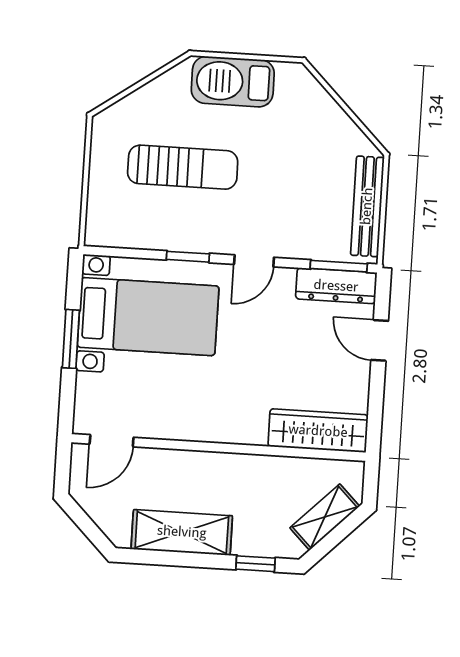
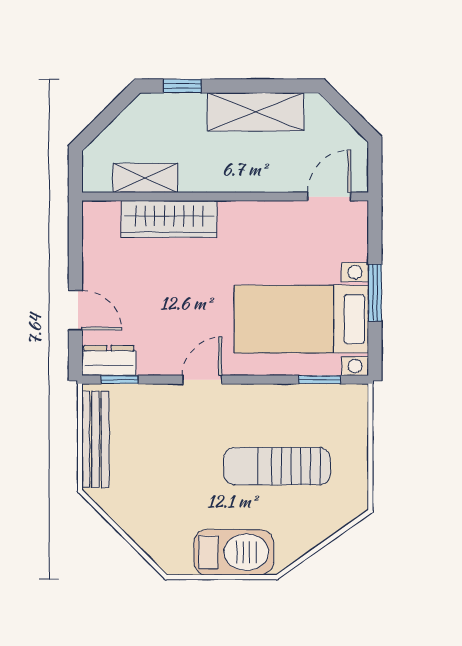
window: (188, 257) -> (320, 380), moved
window: (339, 266) -> (120, 380), width x0.67
dresser: (336, 286) -> (109, 361), width x0.70
wardrobe: (318, 431) -> (169, 219), moved
shelving: (325, 517) -> (145, 178), moved, turned 45

